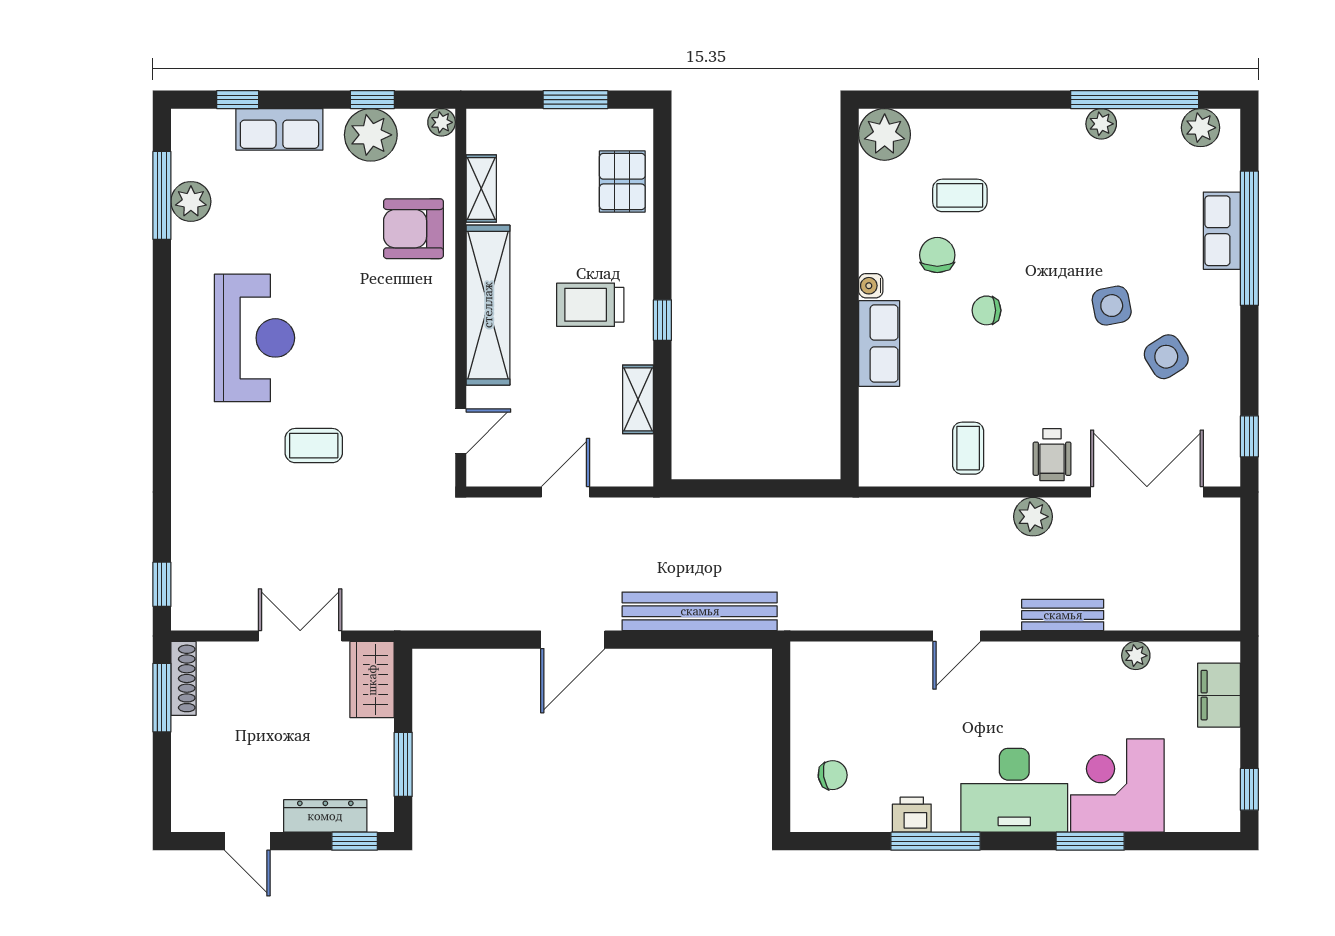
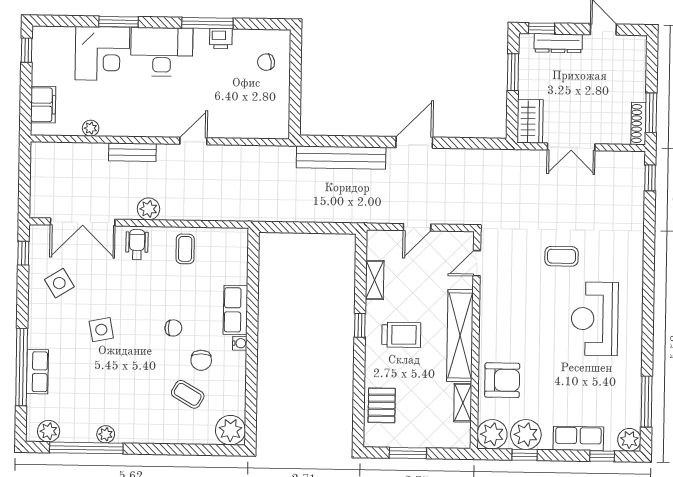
plant: (442, 122) -> (492, 434), width x1.88, depth x1.88
coffee table: (960, 195) -> (188, 394), turned 30
plant: (191, 201) -> (629, 440), moved
side table: (1166, 357) -> (59, 283), moved

